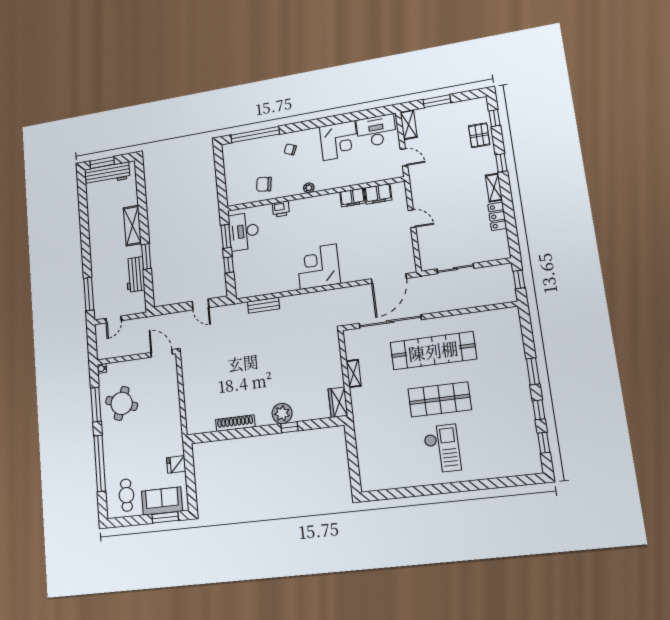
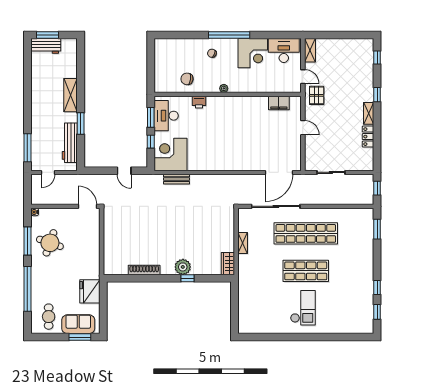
window: (437, 101) -> (335, 35), removed
window: (255, 135) -> (229, 35), moved
pallet: (479, 135) -> (317, 95), moved
workbench: (107, 174) -> (46, 46), width x0.73
filing cabinet: (352, 198) -> (258, 102), removed
corner desk: (318, 267) -> (171, 154), moved
workbench: (135, 274) -> (70, 143), width x1.38
window: (533, 371) -> (377, 229), moved
fridge: (176, 464) -> (90, 291), width x1.88, depth x1.34

